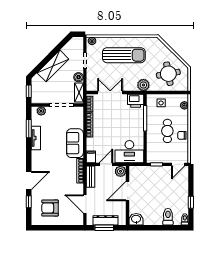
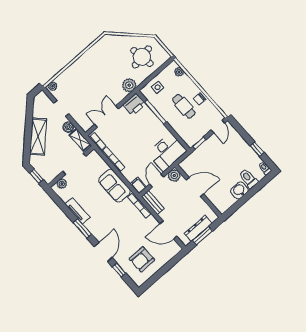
sun lounger: (124, 55) -> (90, 75), removed
window: (29, 129) -> (82, 228), moved
door: (127, 191) -> (195, 187), swing flipped
washbasin: (136, 219) -> (239, 190), moved

